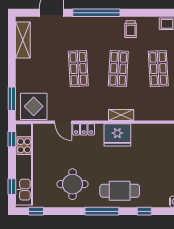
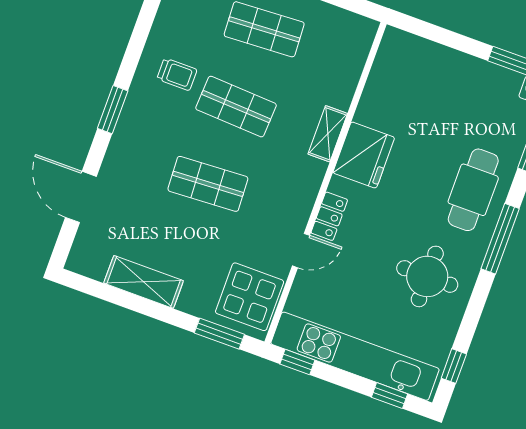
window: (96, 13) -> (113, 110), width x0.47
trolley: (131, 29) -> (177, 74), moved
shelving: (23, 40) -> (144, 282), moved

